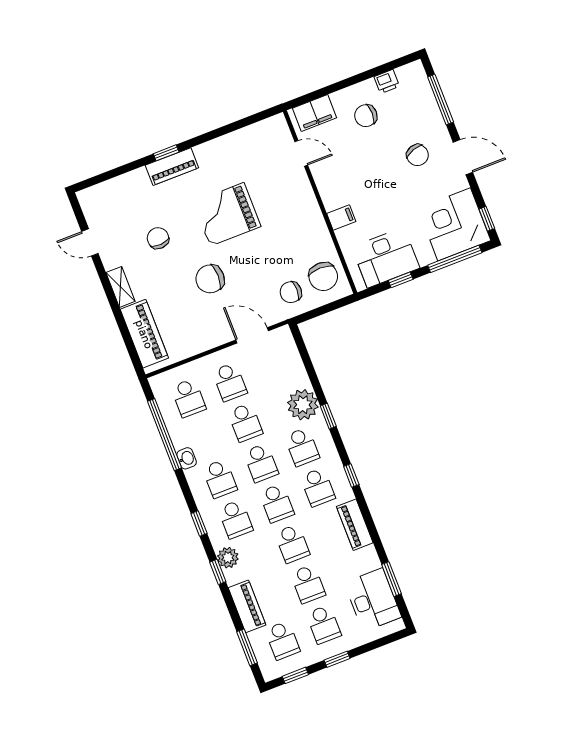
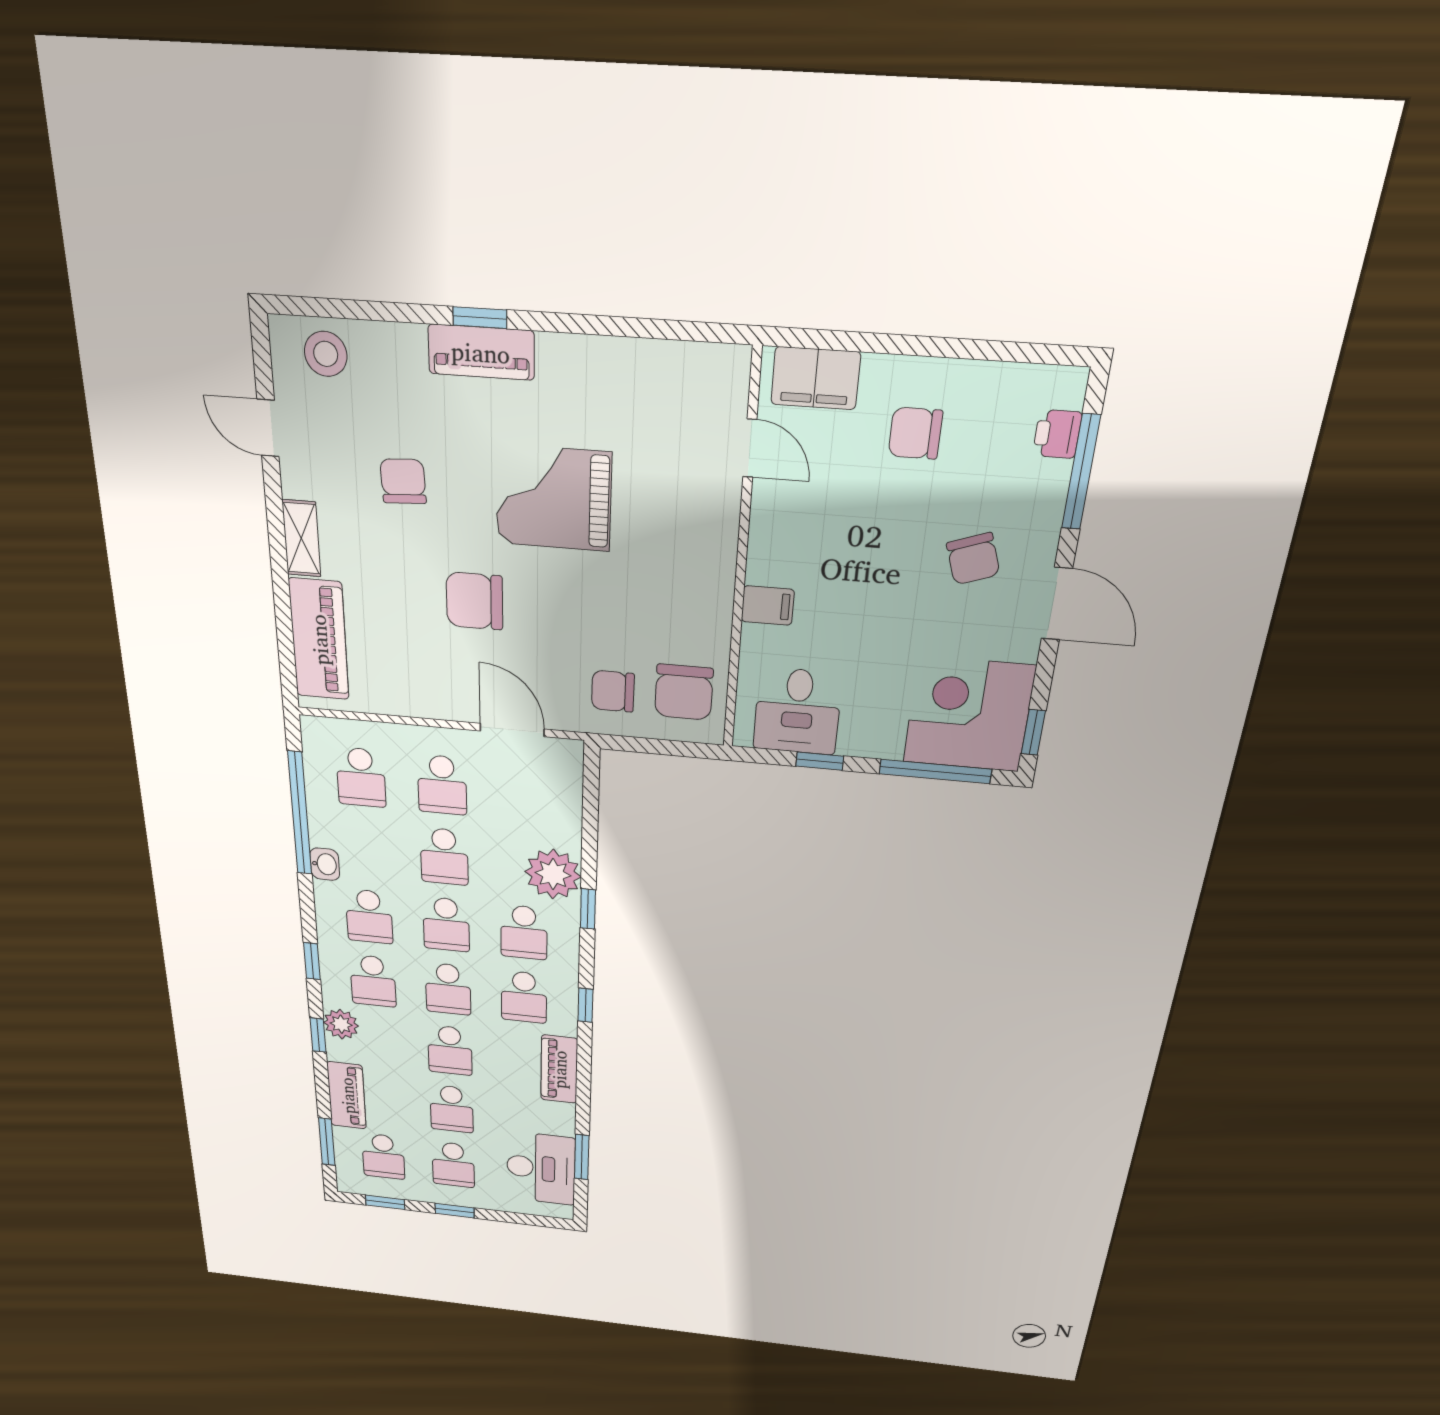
printer: (387, 82) -> (1057, 434), moved, turned 90
stool: (106, 198) -> (326, 354), added
desk: (386, 258) -> (797, 711), width x0.73

